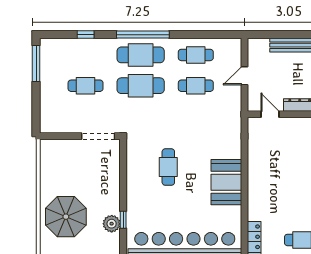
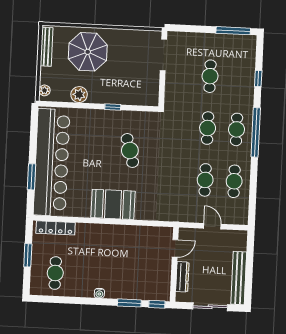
cafe table: (141, 55) -> (237, 129), width x0.73, depth x0.74
cafe table: (141, 86) -> (208, 128), width x0.73, depth x0.74
doorway: (98, 136) -> (163, 55), moved
cafe table: (168, 167) -> (130, 150), turned 74
window: (123, 220) -> (113, 107), moved

